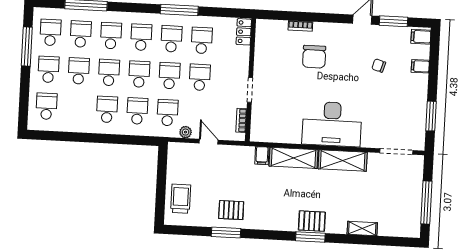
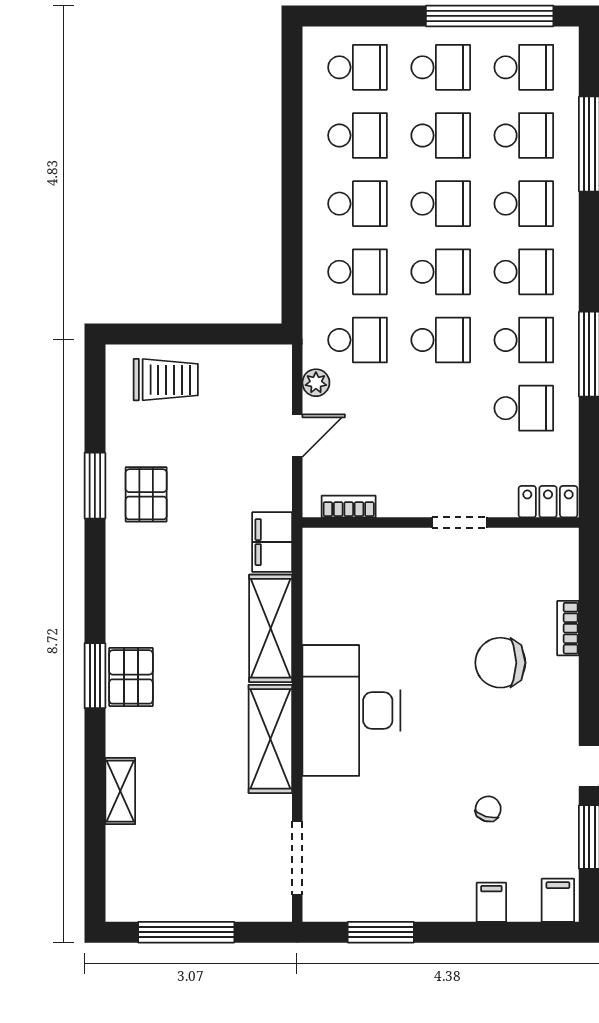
window: (27, 46) -> (490, 16), width x1.46
school desk: (200, 77) -> (358, 135), moved
doorway: (250, 90) -> (459, 522), moved
filing cabinet: (262, 156) -> (272, 542), width x2.00

